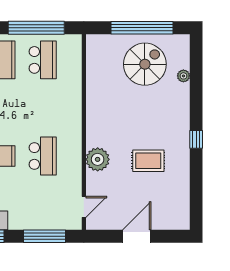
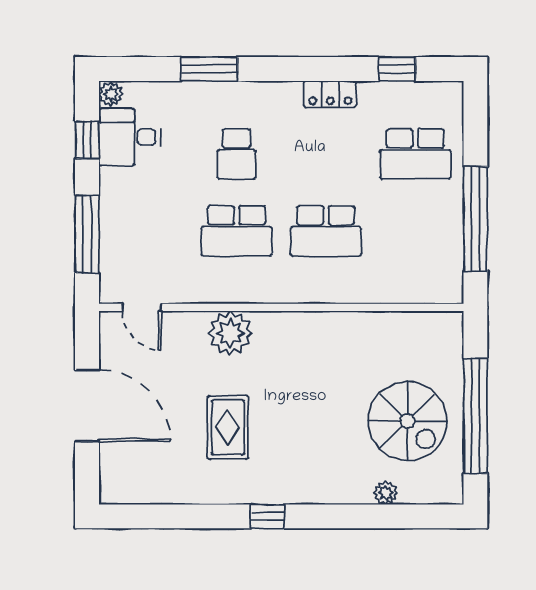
school desk: (43, 60) -> (326, 231), moved
door: (137, 236) -> (87, 406), width x1.36

